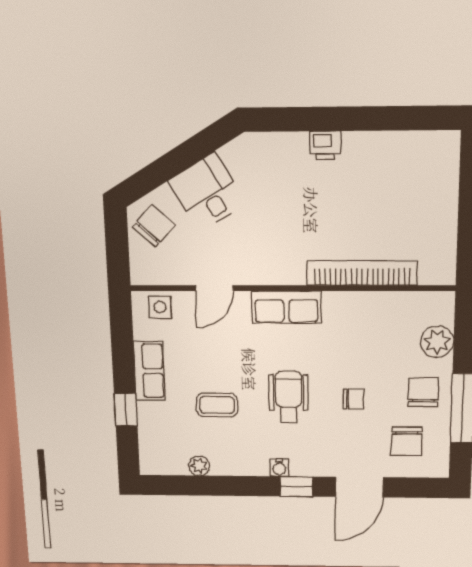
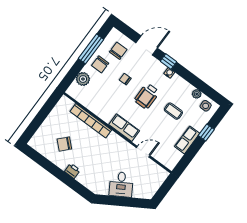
chair: (154, 226) -> (64, 144), moved
side table: (160, 307) -> (206, 106), moved

